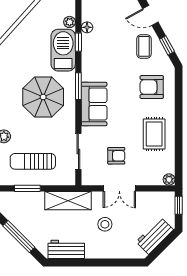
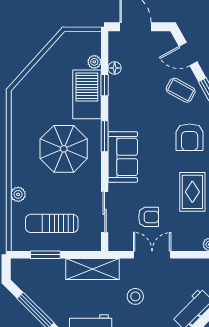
coffee table: (144, 46) -> (181, 90), turned -61
armchair: (152, 87) -> (190, 137), turned -90
double door: (119, 188) -> (152, 255), swing flipped

